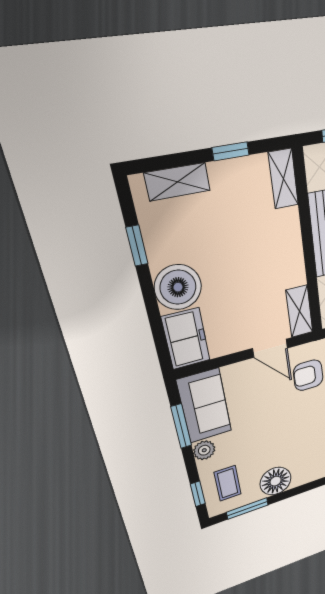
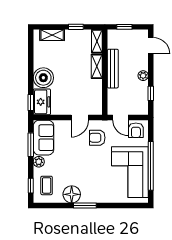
window: (137, 246) -> (31, 103), moved
shelving: (299, 311) -> (97, 66), moved
door: (270, 348) -> (80, 117), hinge flipped
window: (247, 509) -> (85, 206), moved

